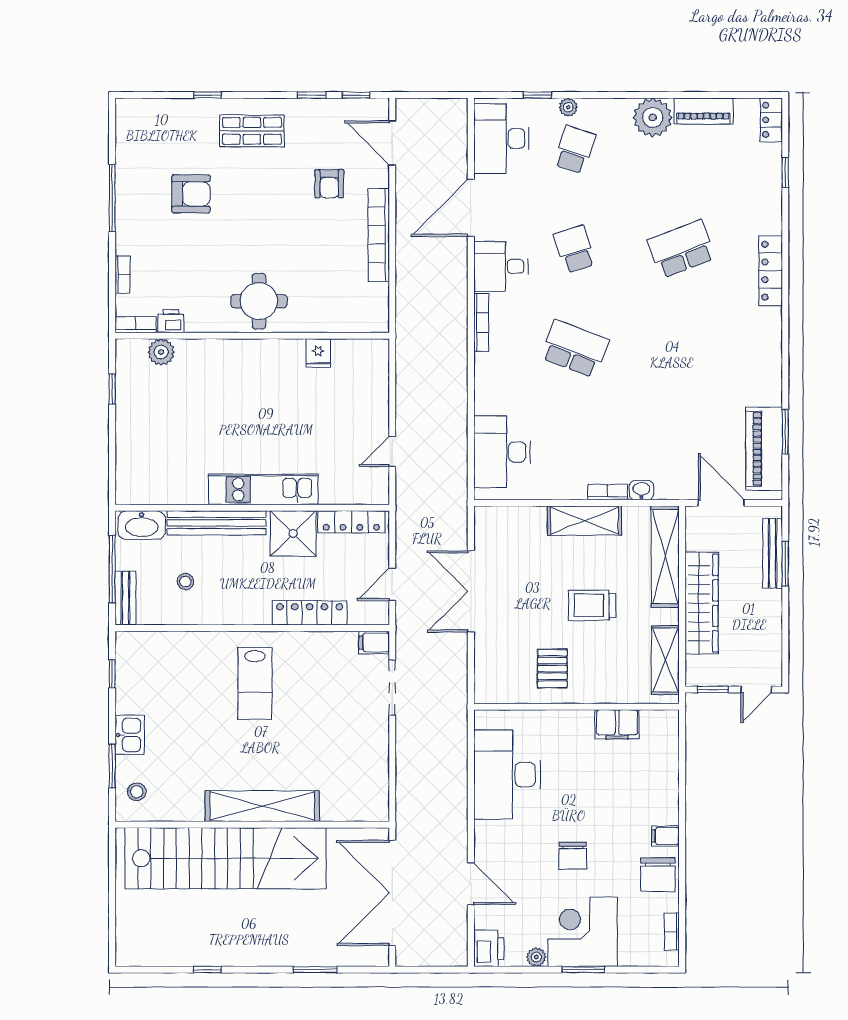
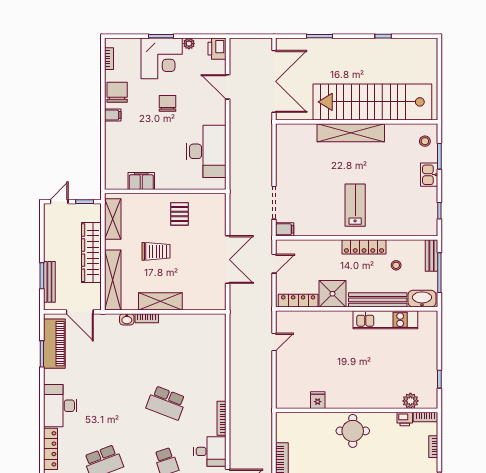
desk: (502, 452) -> (60, 406), moved, turned 180
kitchen unit: (263, 489) -> (385, 320), moved
locker: (310, 613) -> (364, 247), moved

